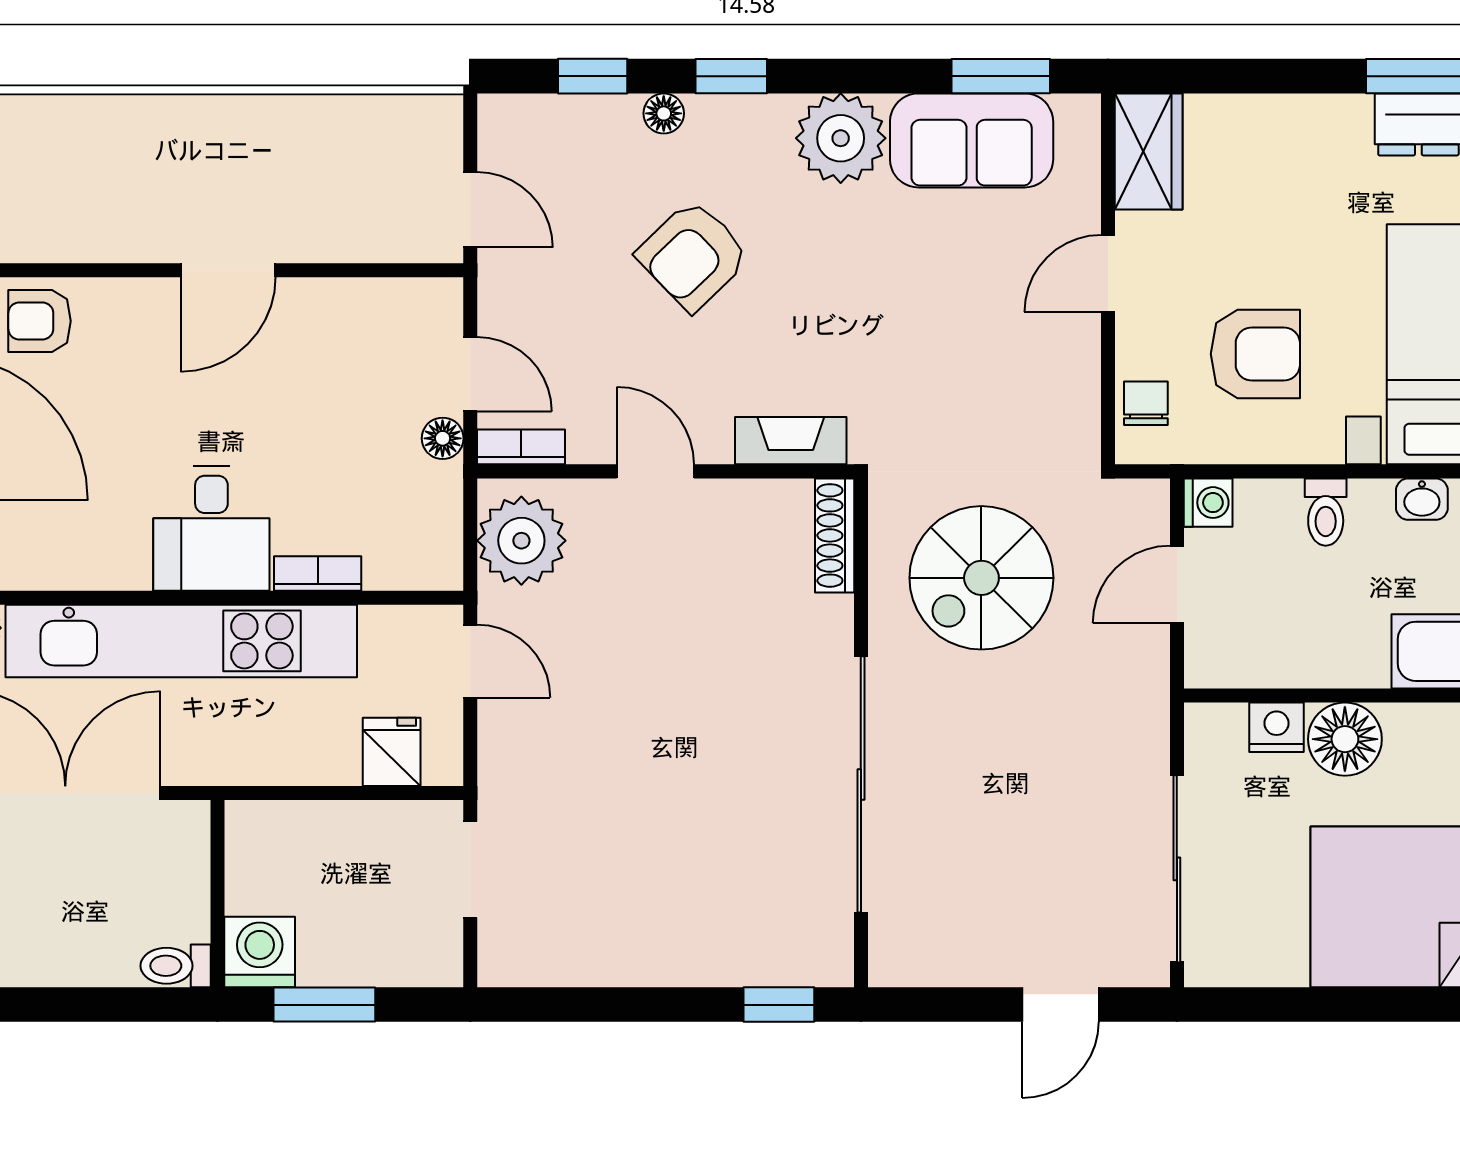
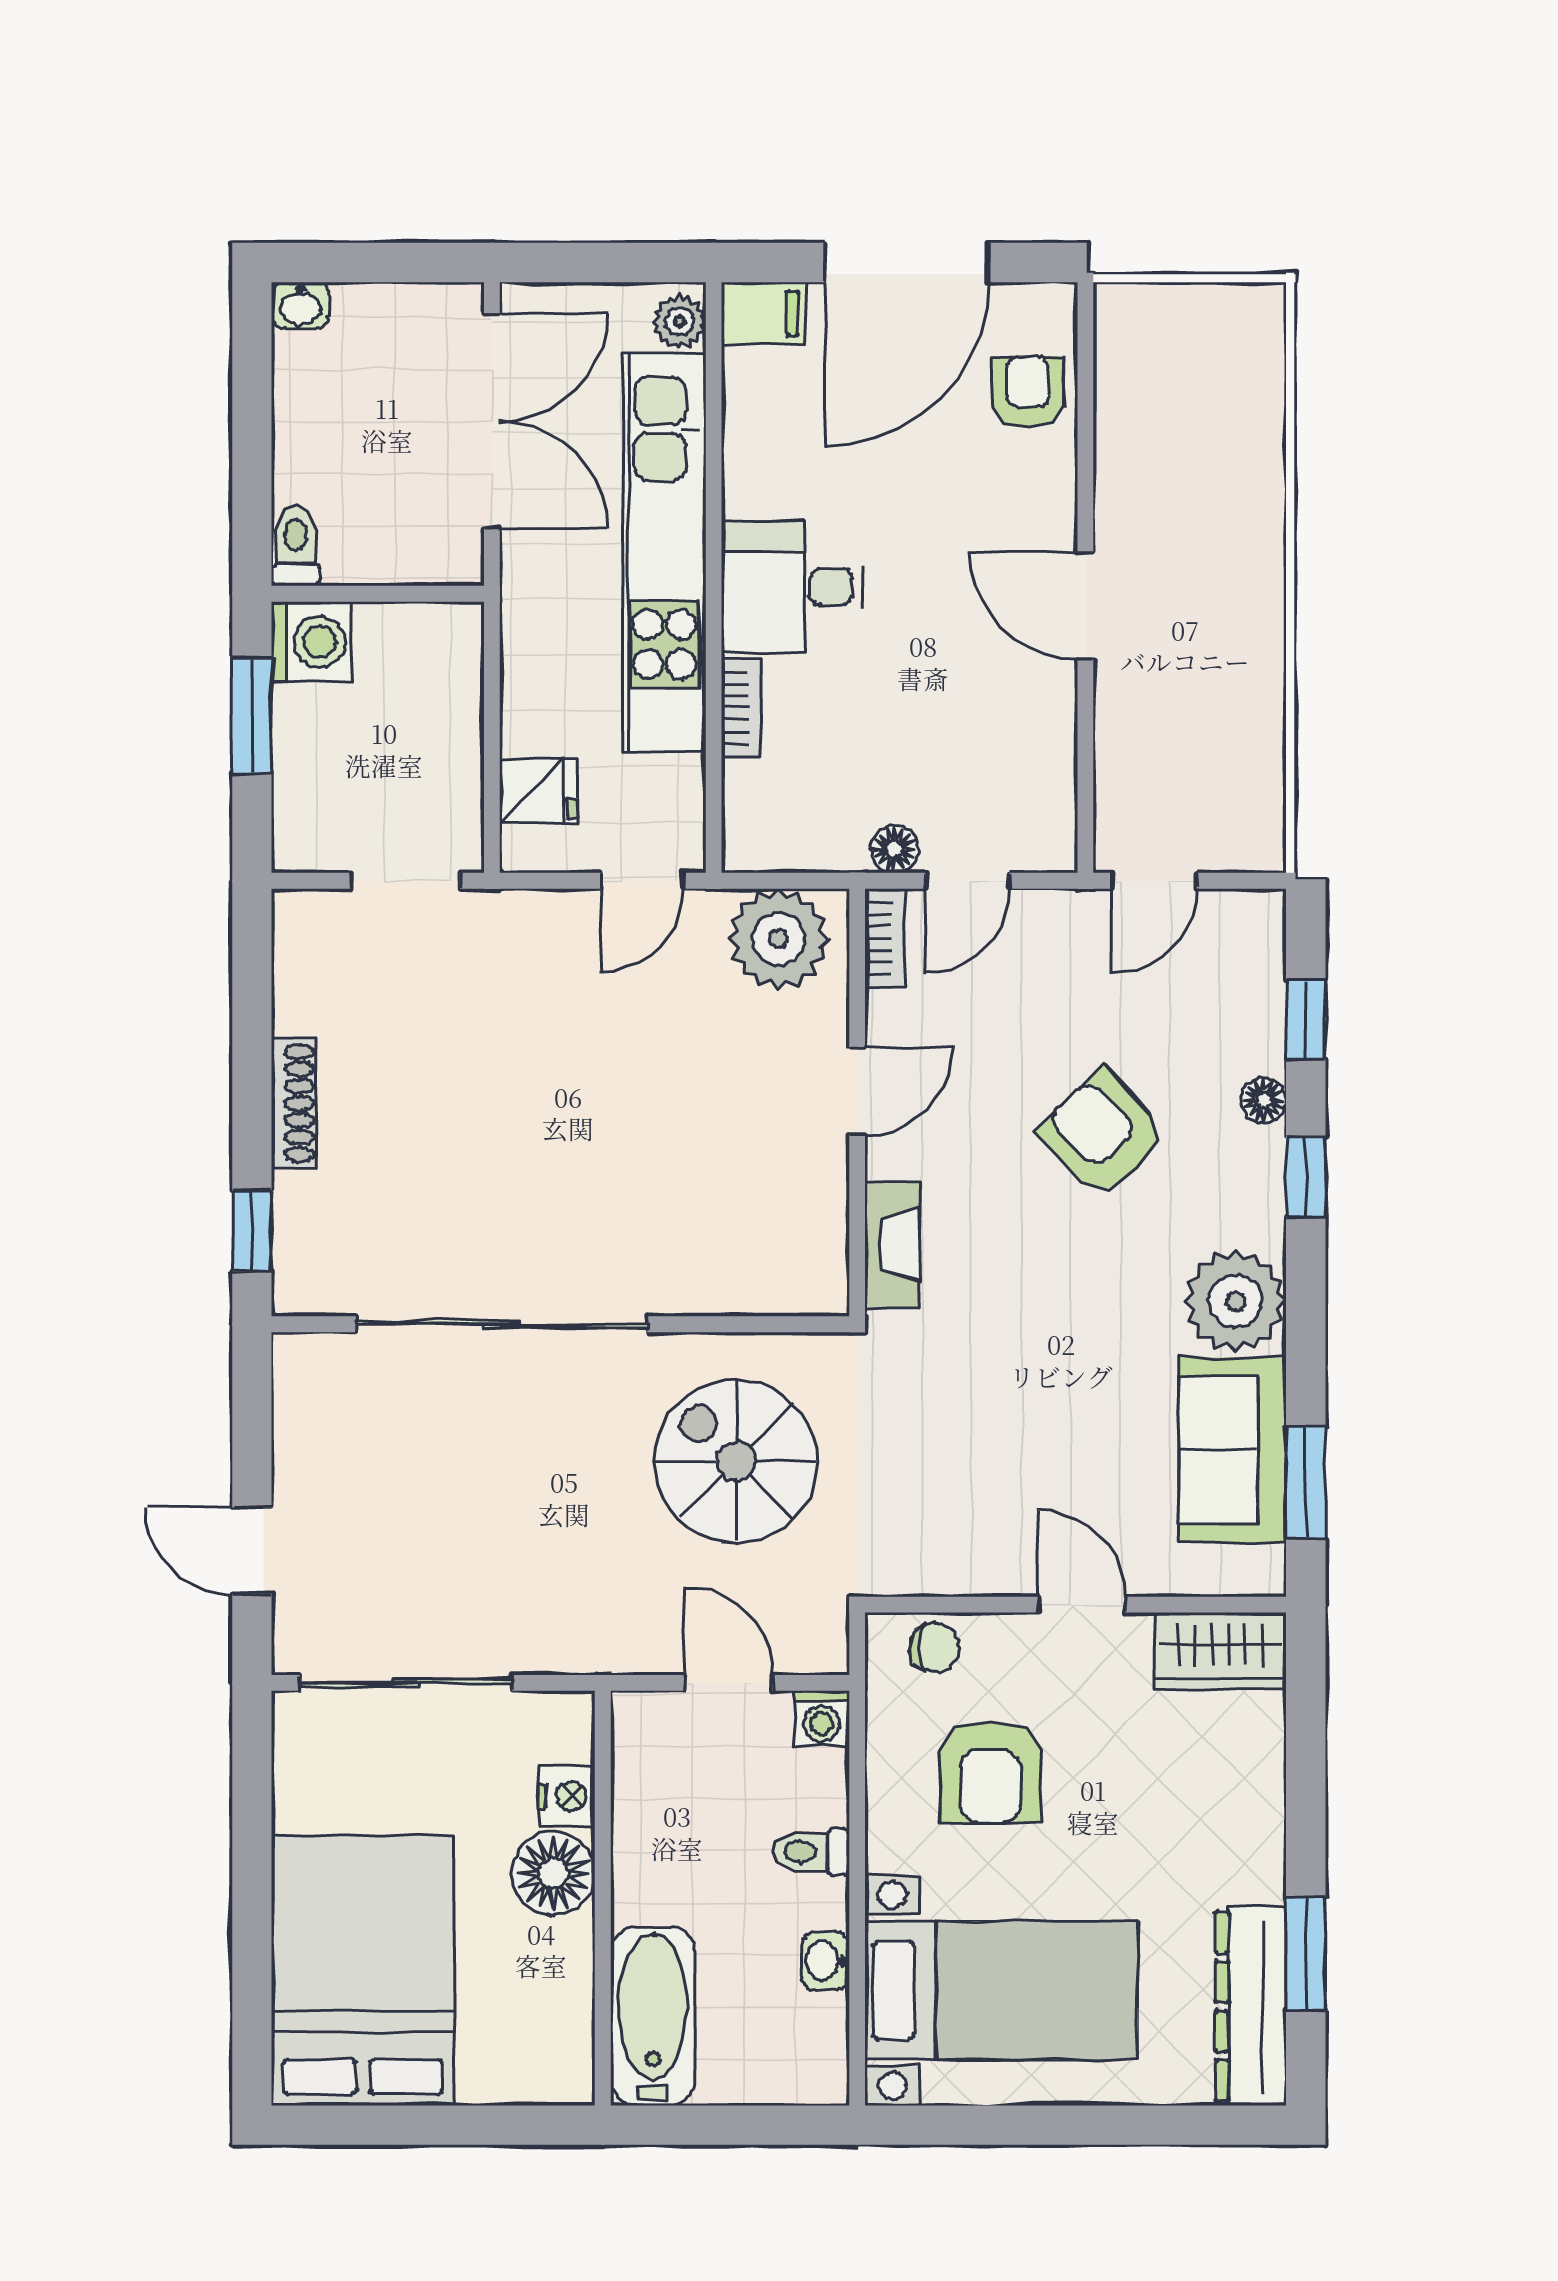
shoe rack: (835, 535) -> (294, 1103), moved, turned 90

